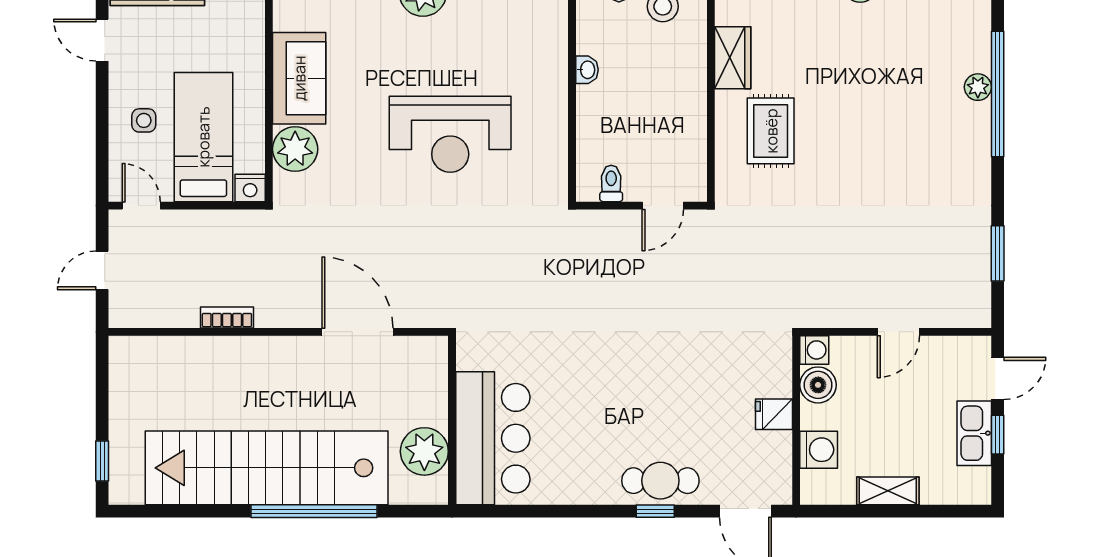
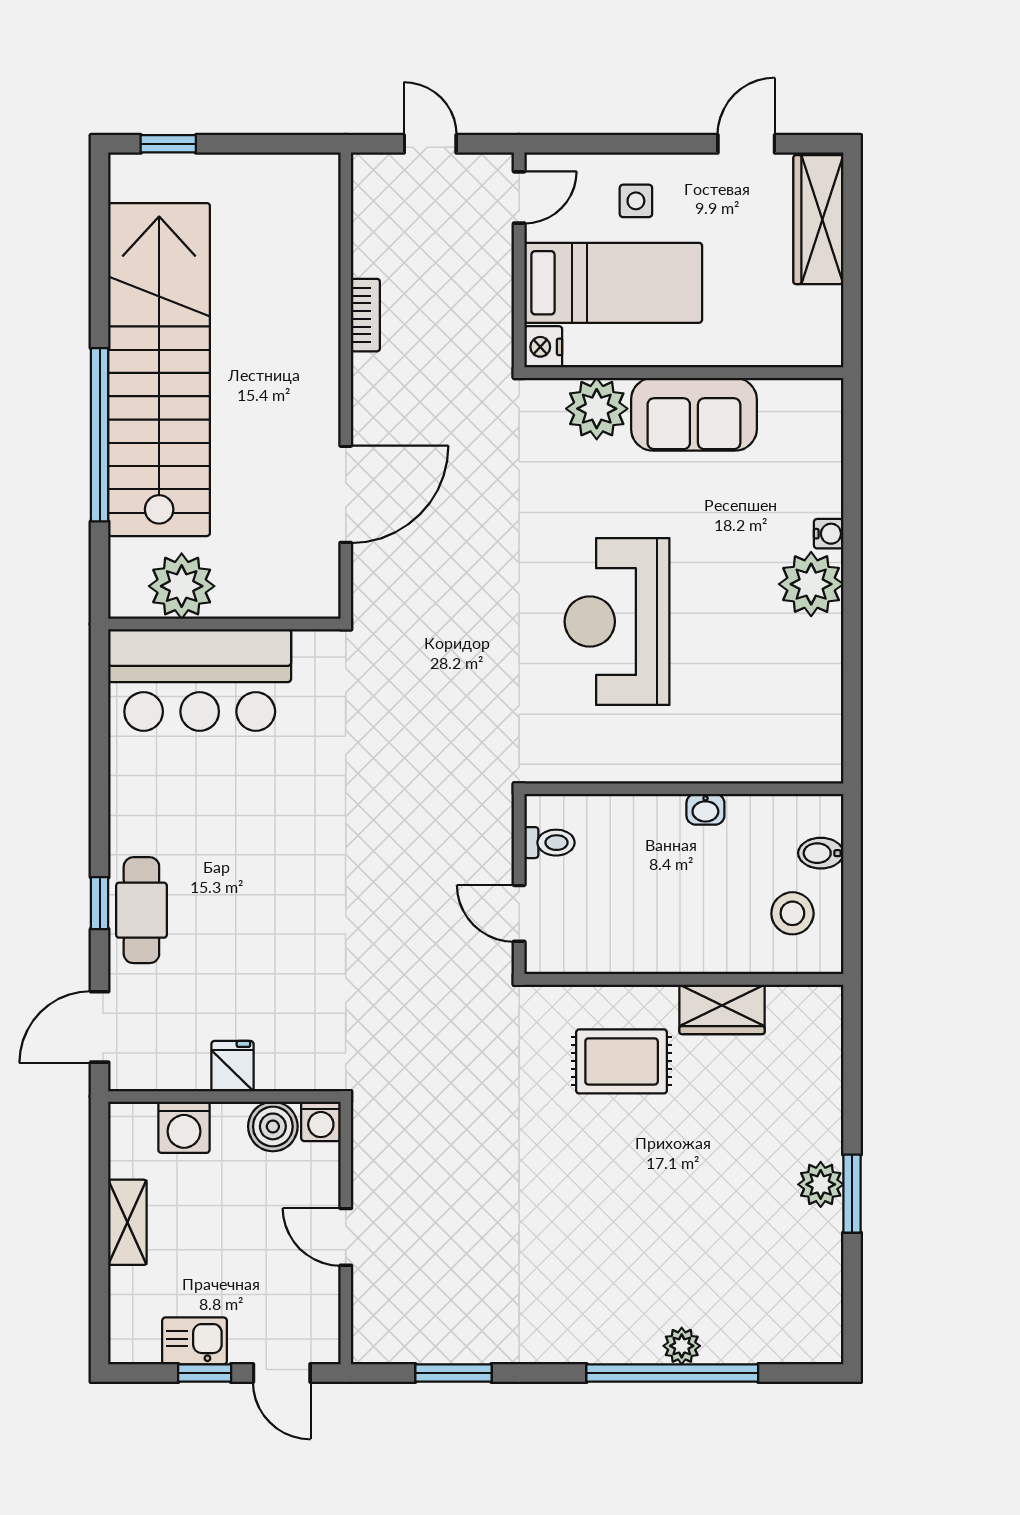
kitchen sink: (974, 433) -> (195, 1341), width x0.73

